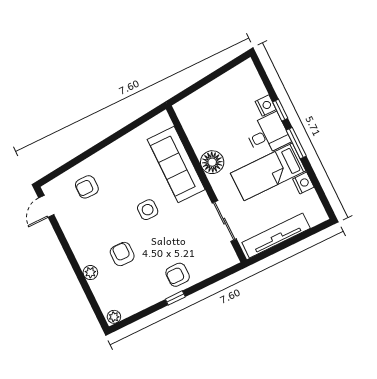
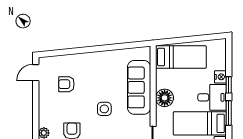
bed: (208, 105) -> (181, 57), added
armchair: (87, 187) -> (66, 84), moved

